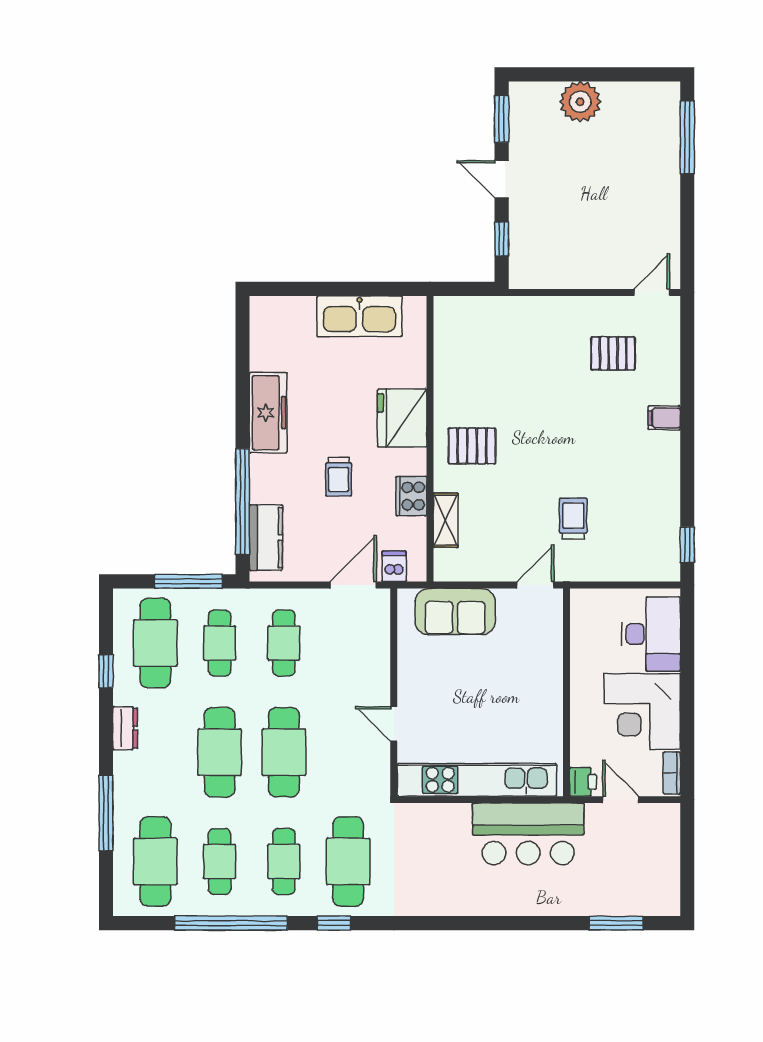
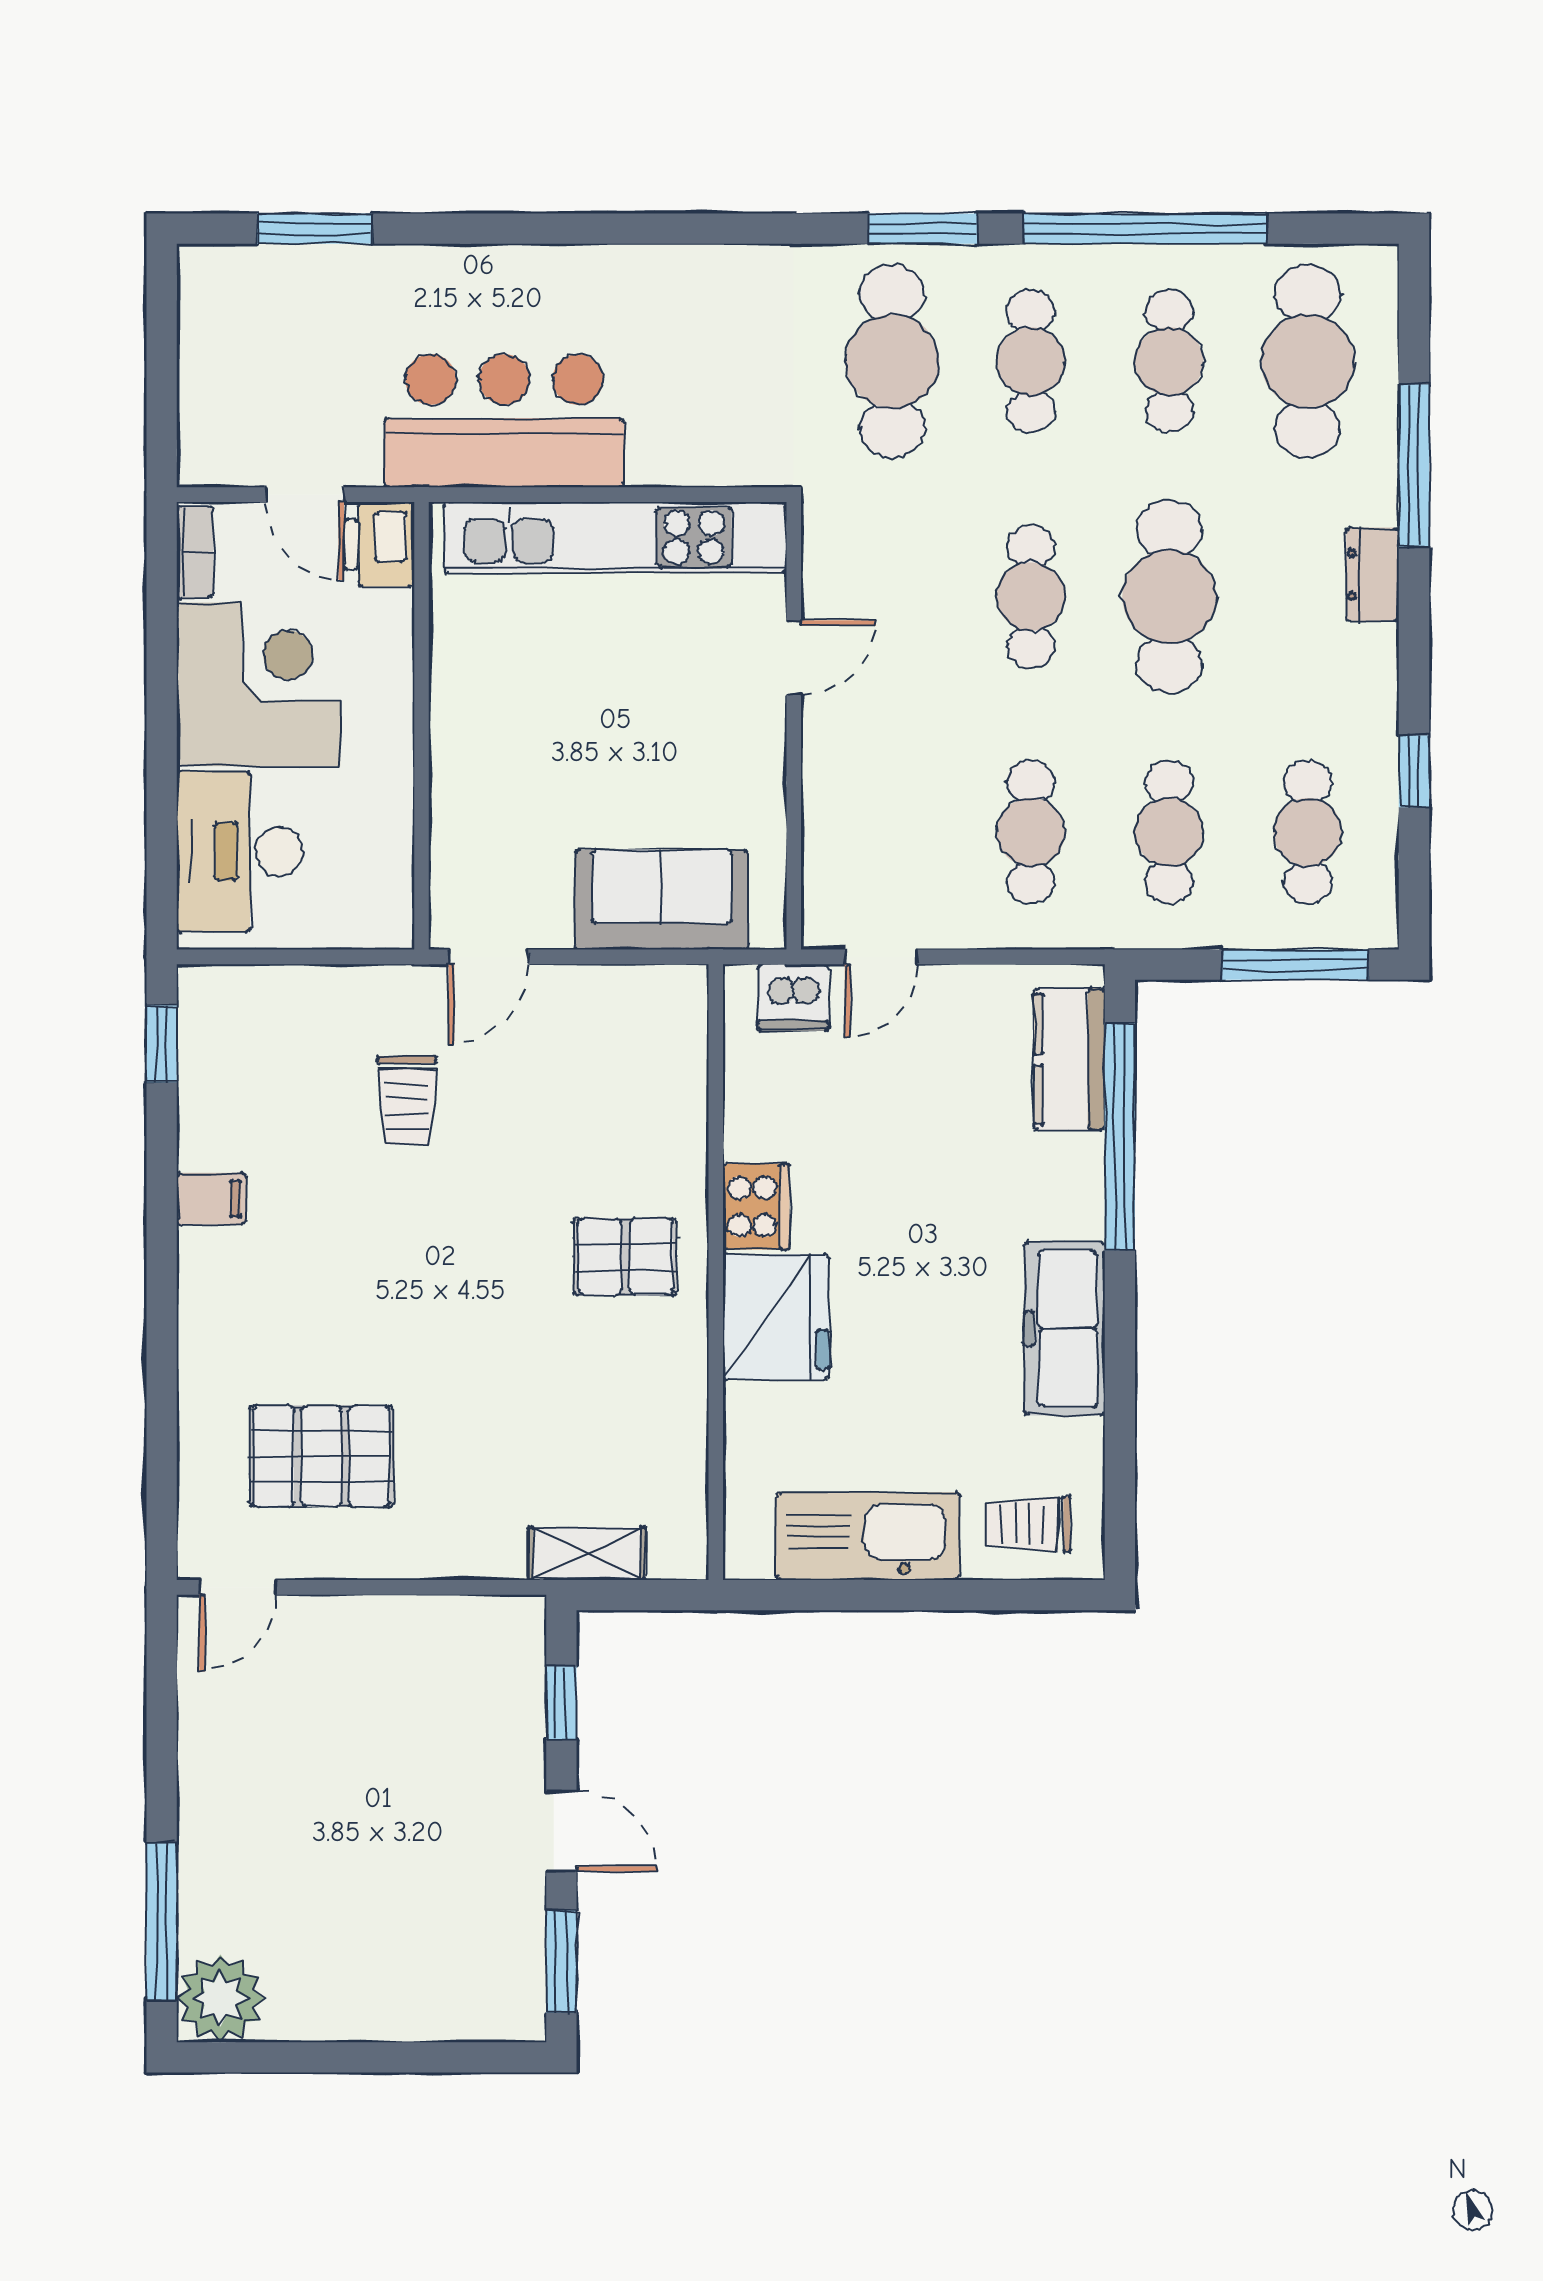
plant: (580, 102) -> (220, 1999), moved
pallet: (613, 353) -> (321, 1456), width x1.50, depth x1.42
filing cabinet: (664, 418) -> (211, 1199), moved
trolley: (339, 477) -> (1028, 1524), moved, turned -90
cooker: (411, 496) -> (756, 1207), moved
shelving: (446, 520) -> (587, 1554), moved, turned 90
dishwasher: (394, 566) -> (793, 997), width x1.38
window: (188, 581) -> (1295, 965), moved
door: (353, 585) -> (881, 957), width x0.73
cafe table: (155, 643) -> (1308, 832), width x0.73, depth x0.74
door: (394, 724) -> (794, 658), hinge flipped
dresser: (125, 728) -> (1373, 574), moved
cafe table: (284, 752) -> (1031, 597), width x0.73, depth x0.74
printer: (583, 782) -> (379, 544), width x1.36, depth x1.24
window: (334, 923) -> (923, 229), width x1.50

